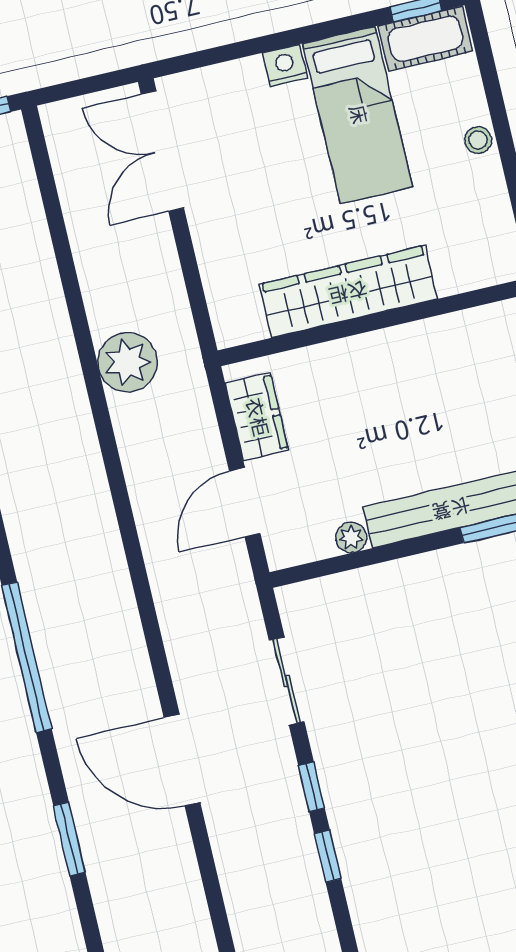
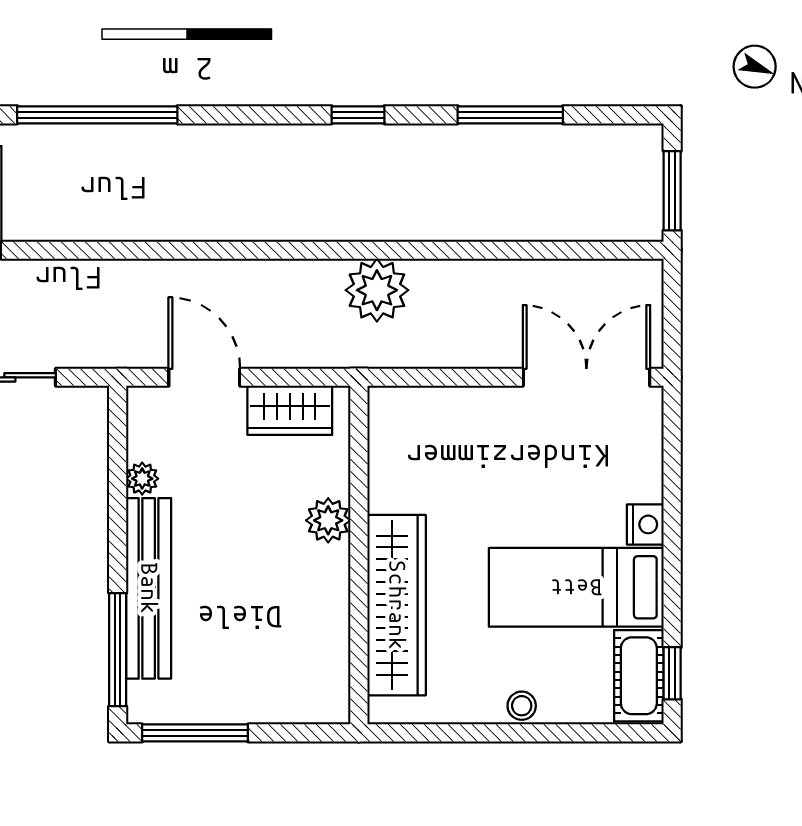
wardrobe: (348, 292) -> (397, 605), moved
plant: (349, 358) -> (328, 520), added

